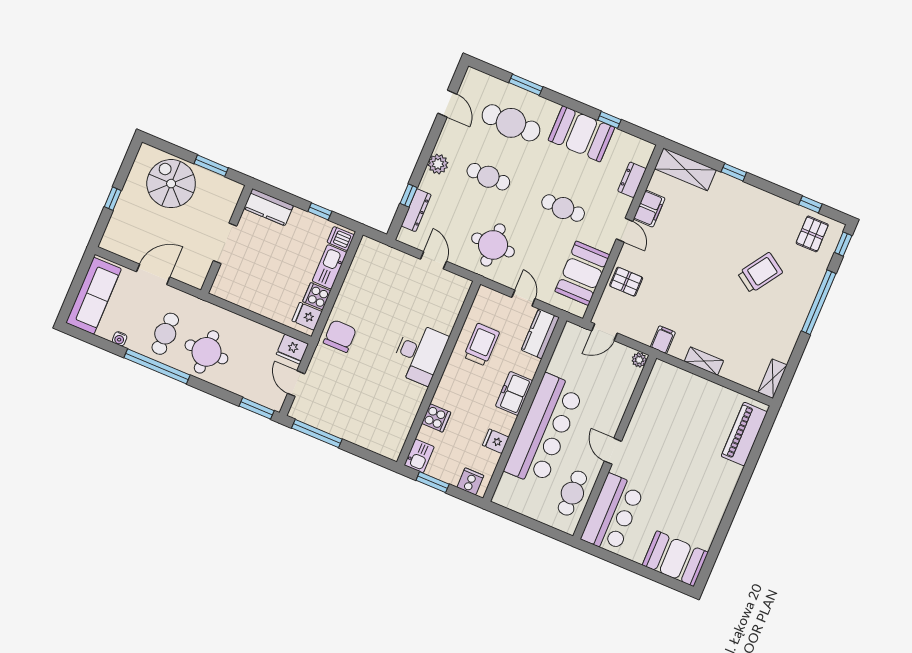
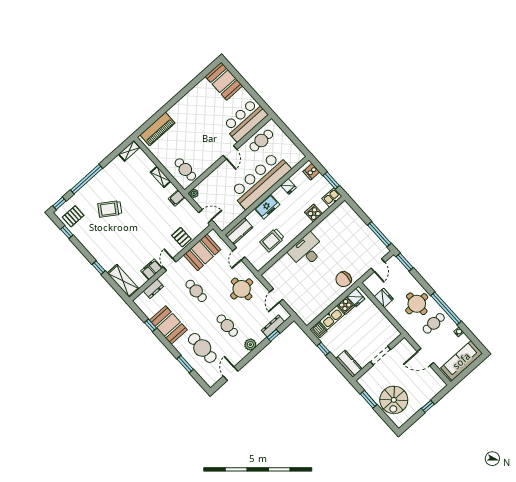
fridge: (292, 349) -> (384, 298), moved
cafe table: (670, 391) -> (185, 169), added

